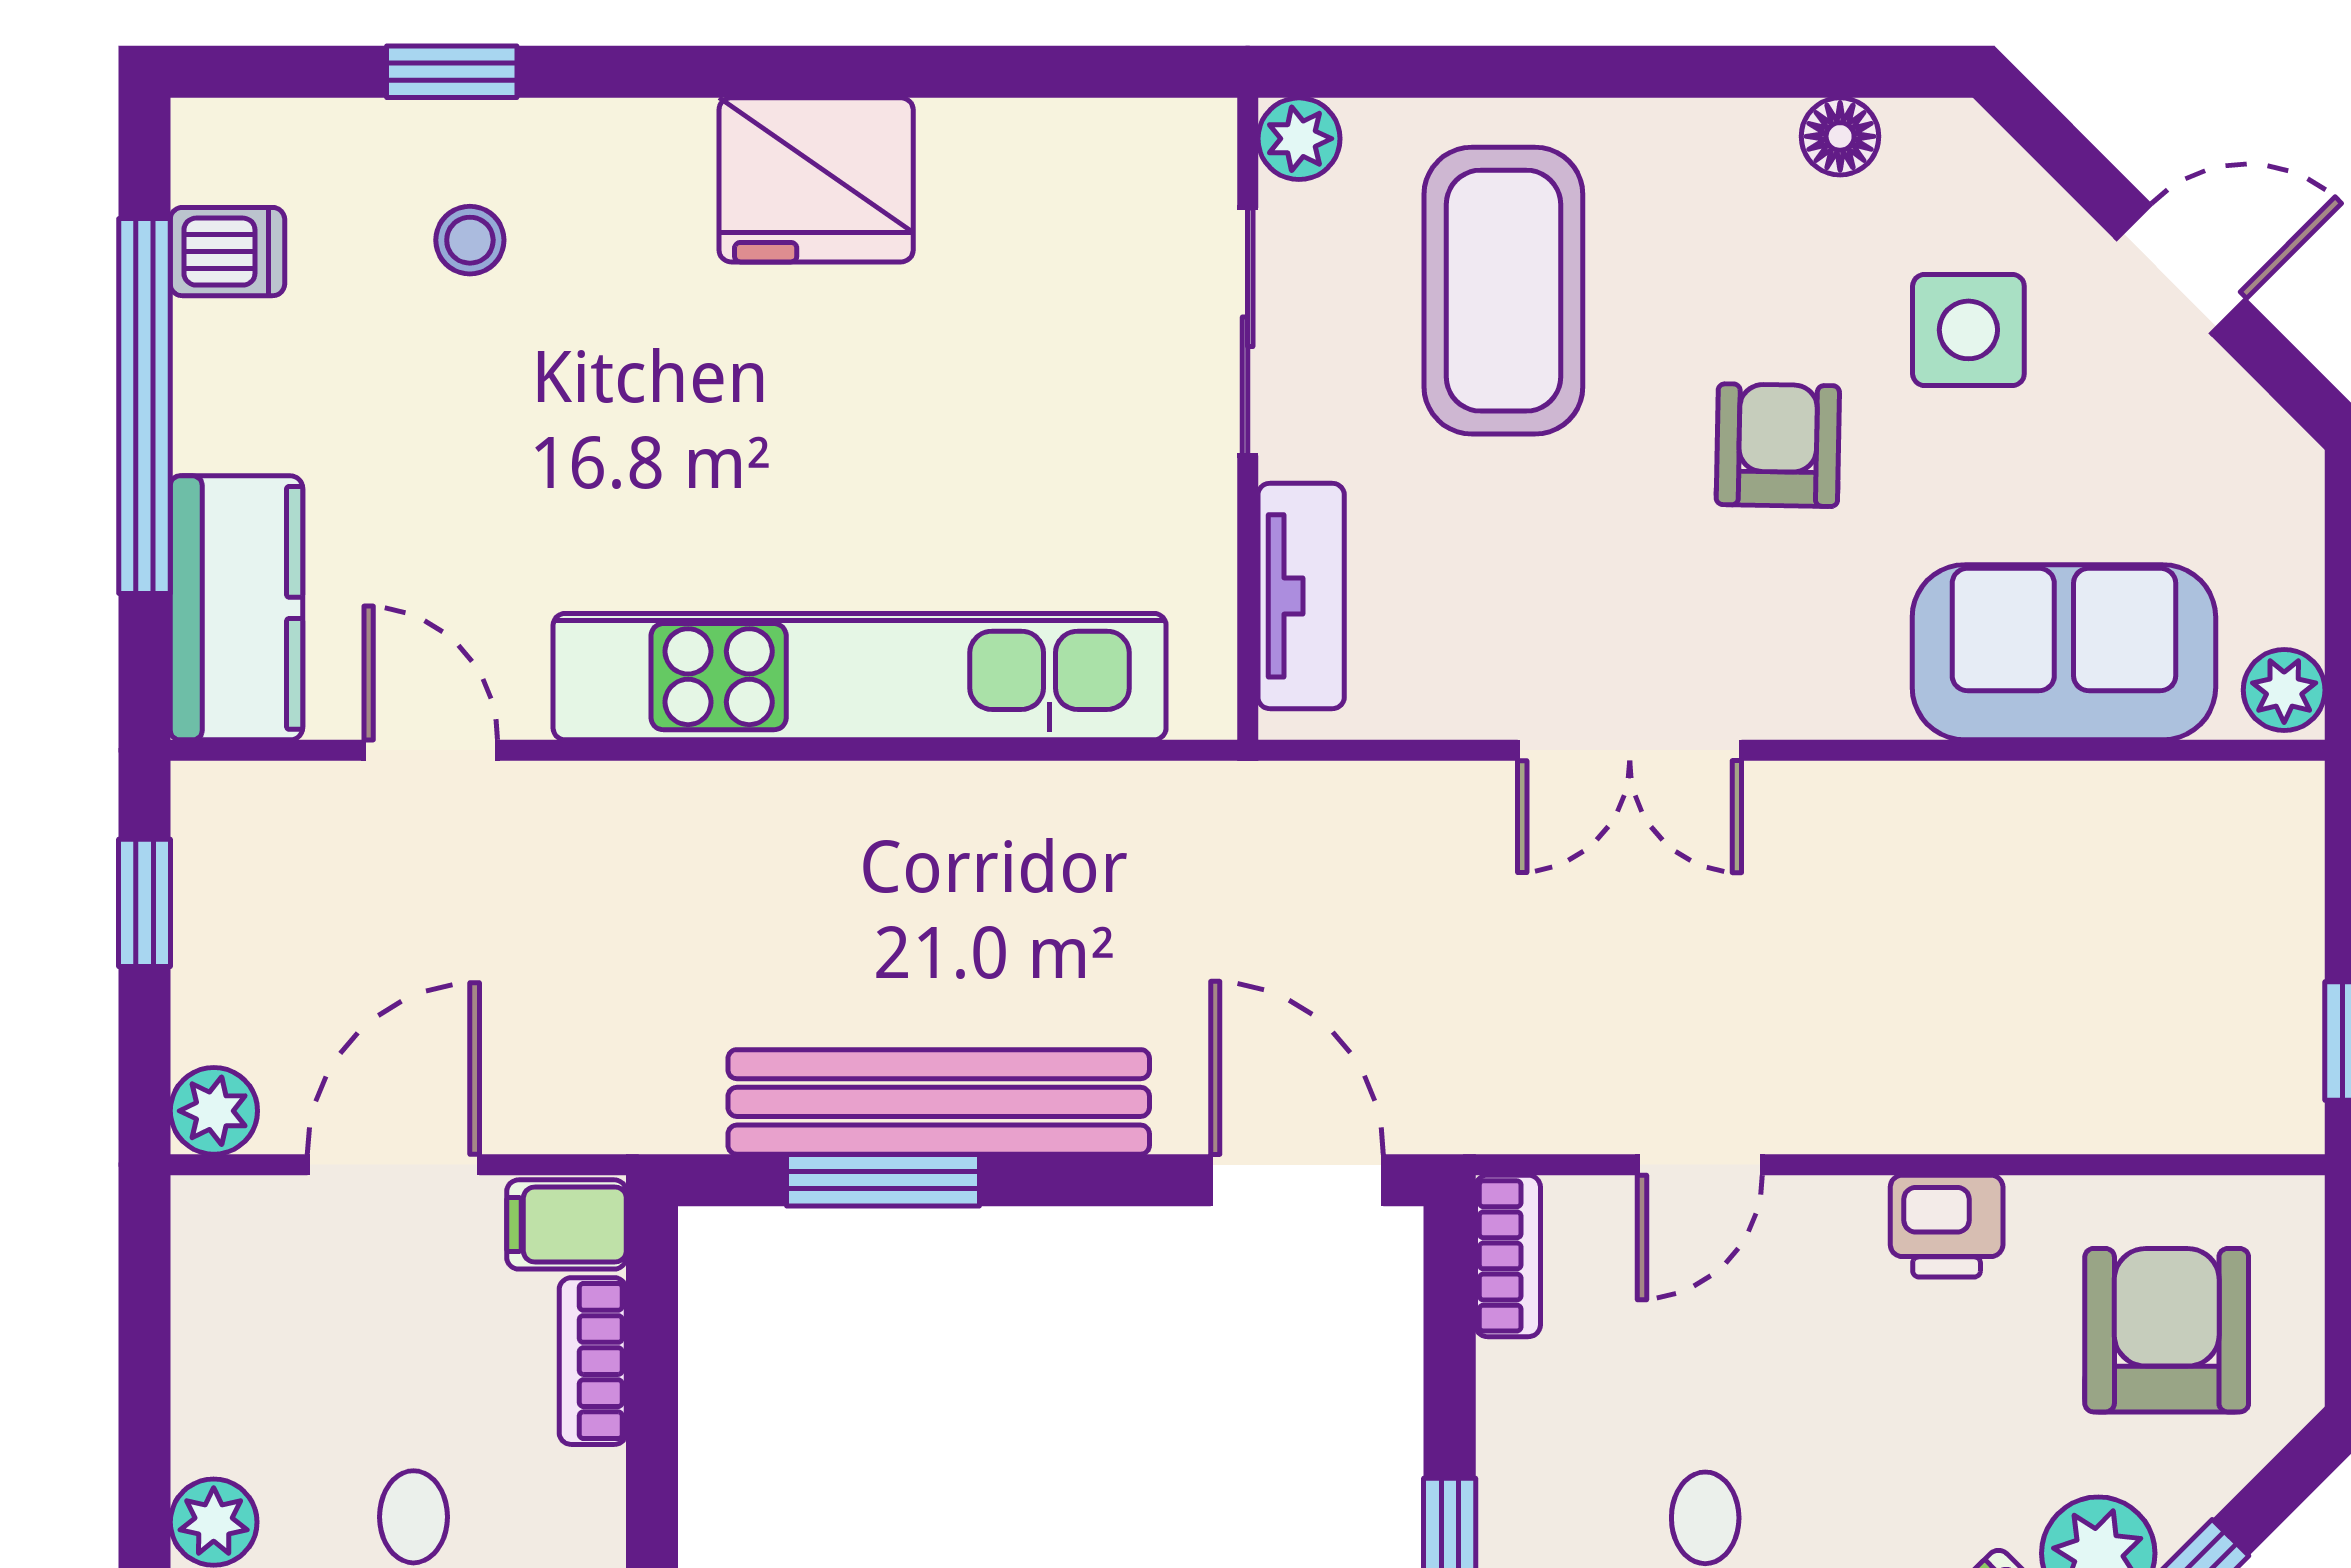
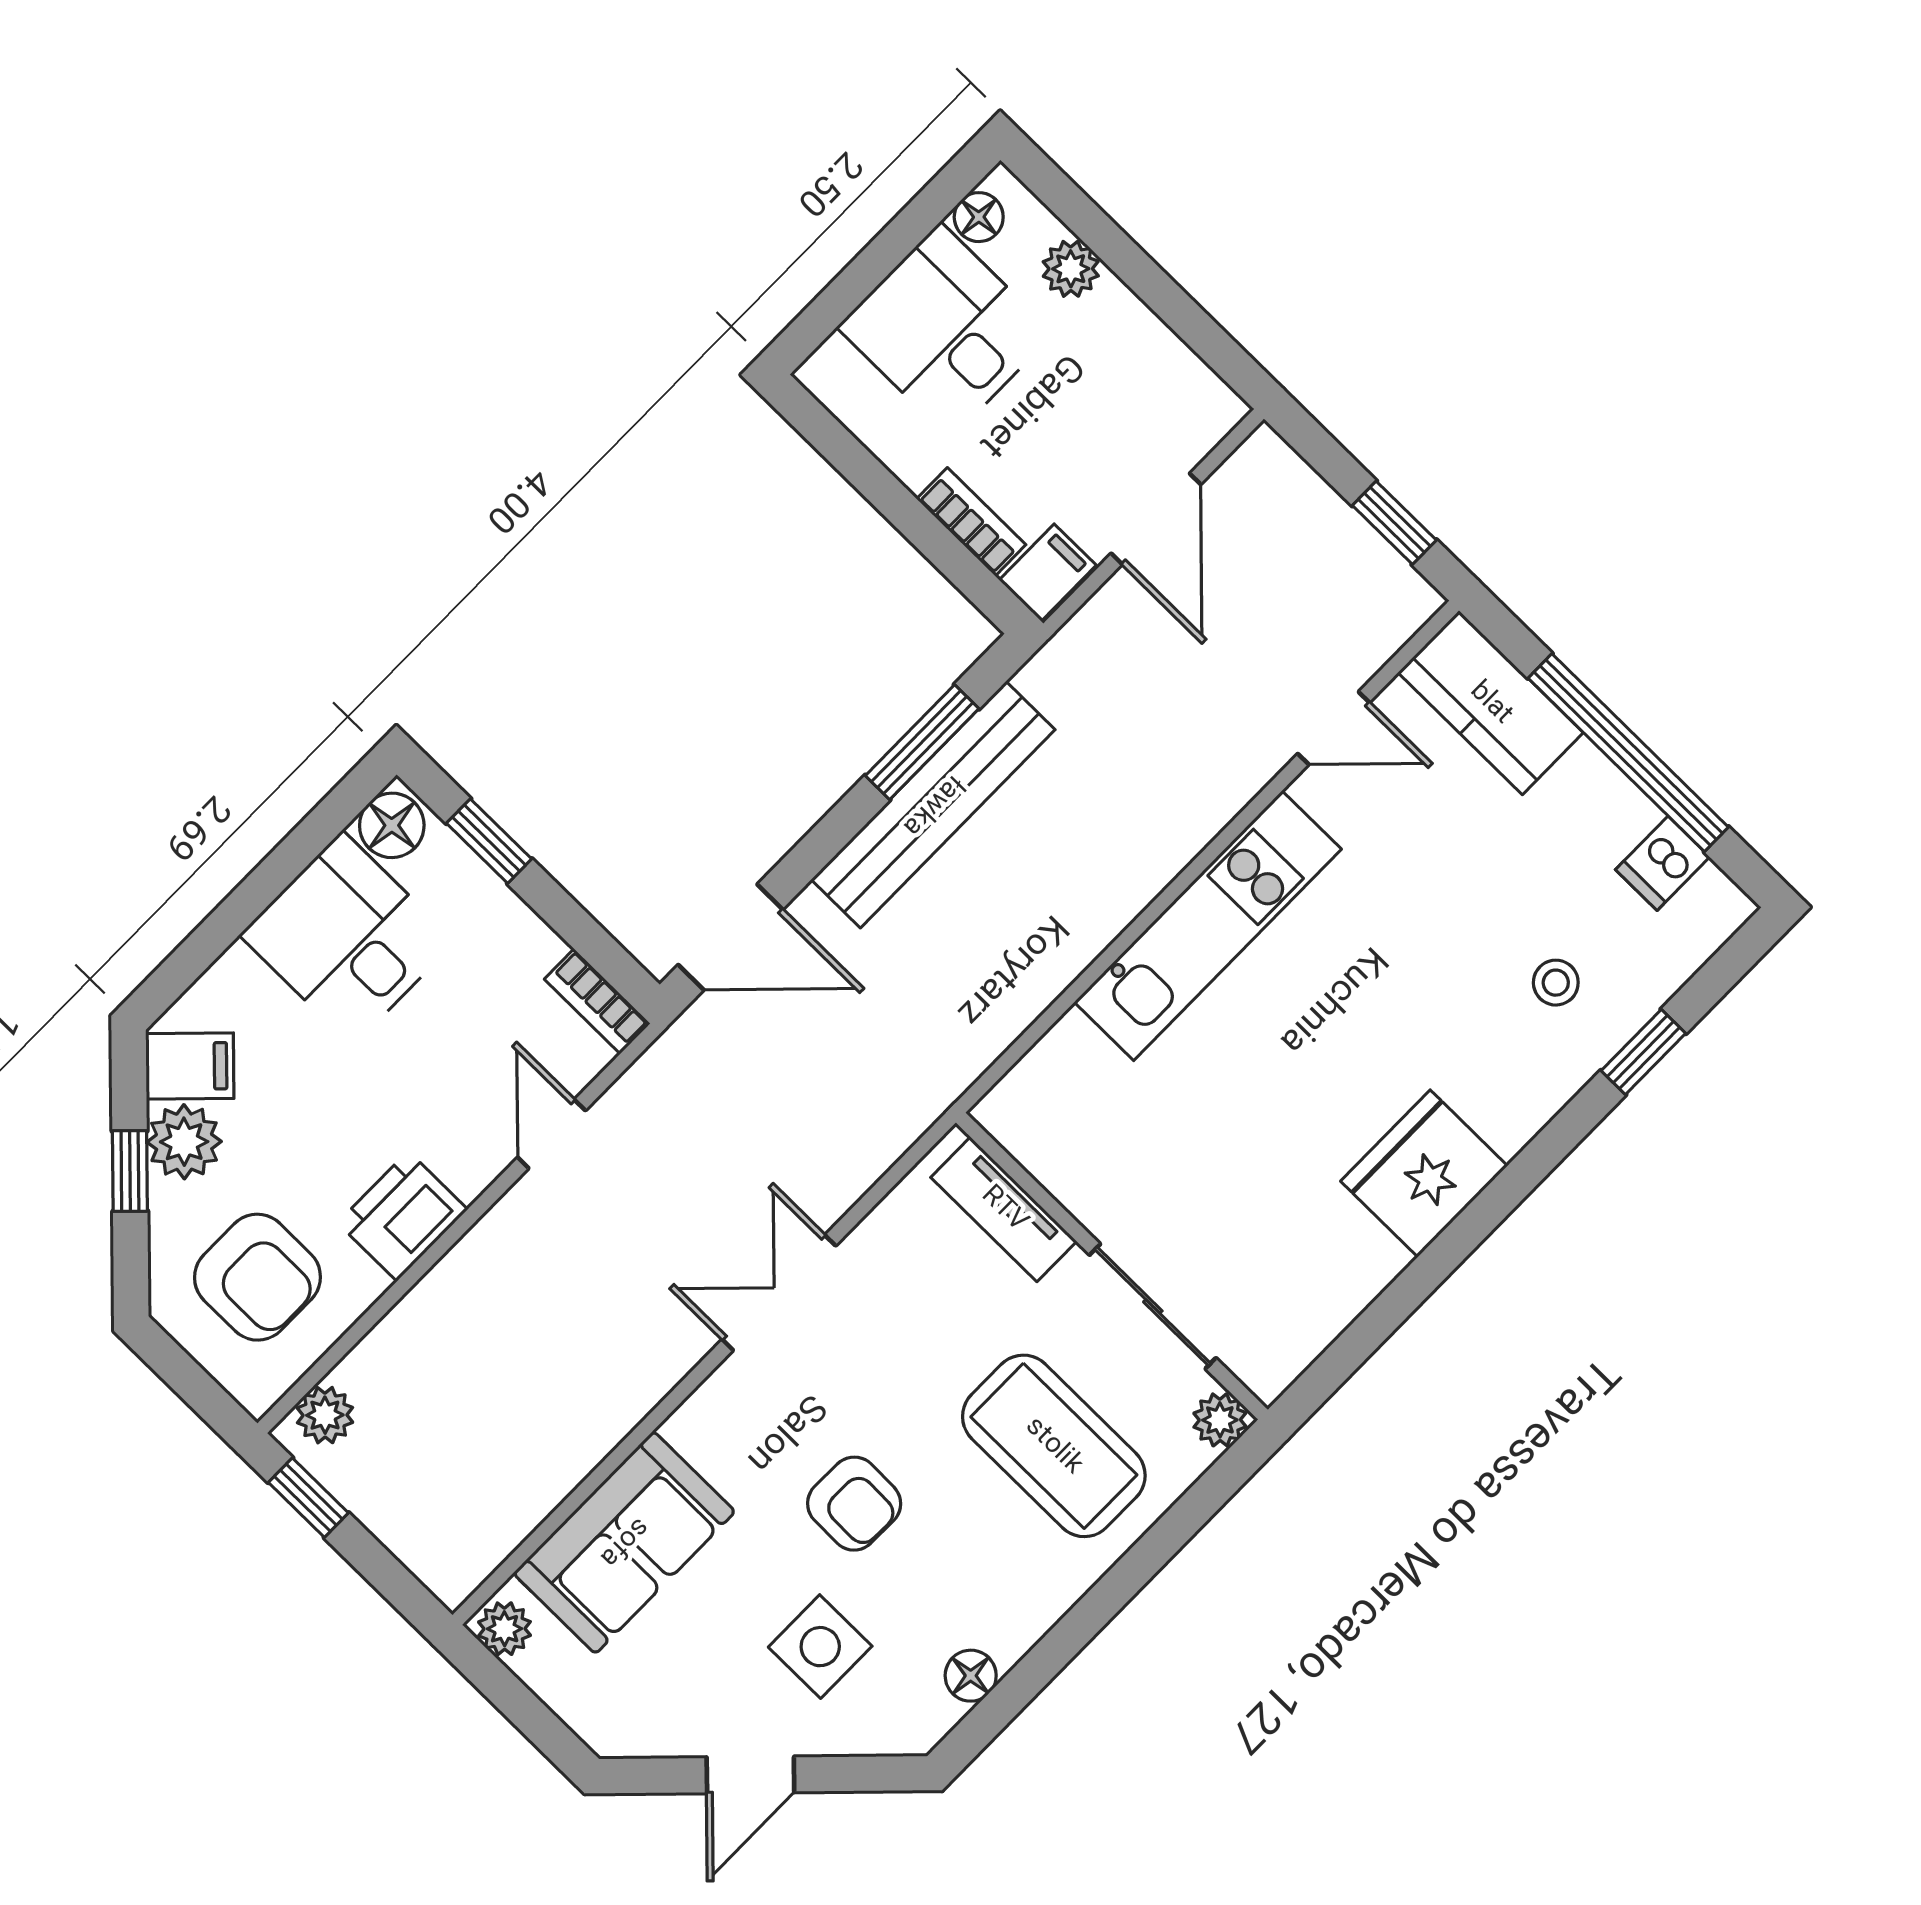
kitchen unit: (860, 677) -> (1208, 926), width x0.73
plant: (214, 1111) -> (325, 1415), moved
printer: (1947, 1226) -> (403, 1216), width x1.36, depth x1.24

